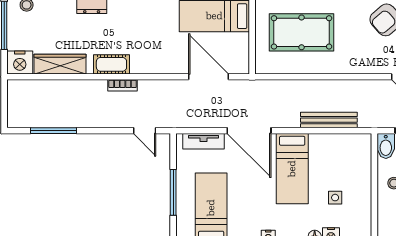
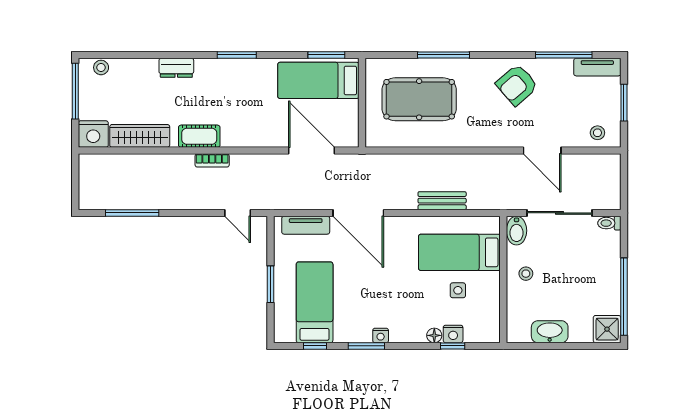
bench: (329, 120) -> (442, 201), width x0.73
bed: (292, 169) -> (459, 252), moved, turned 90
window: (173, 192) -> (271, 284), width x0.69

